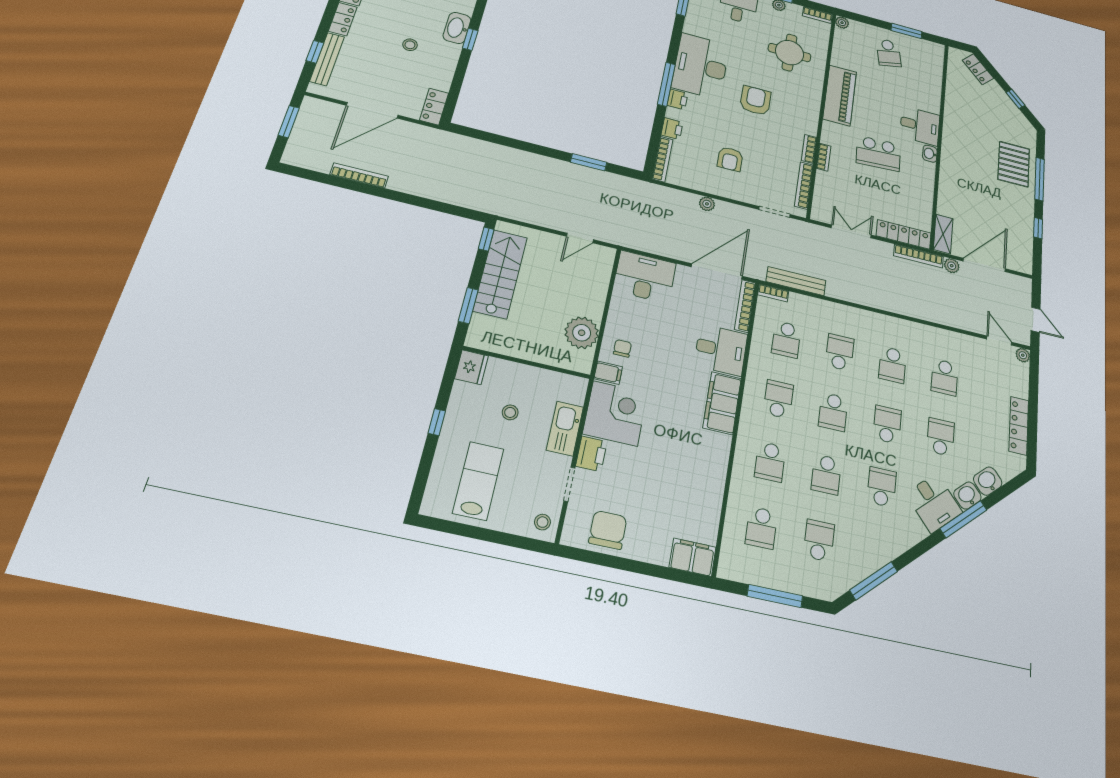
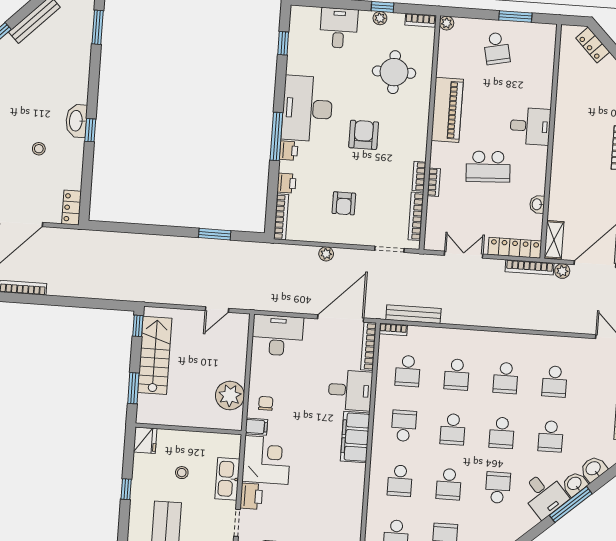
washbasin: (930, 154) -> (537, 204), moved
school desk: (840, 352) -> (457, 374), turned 180
school desk: (887, 424) -> (502, 433), turned 180
school desk: (941, 437) -> (551, 436), turned 180

